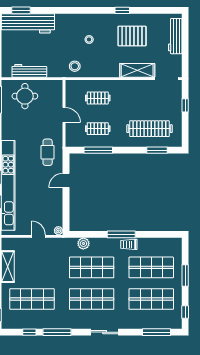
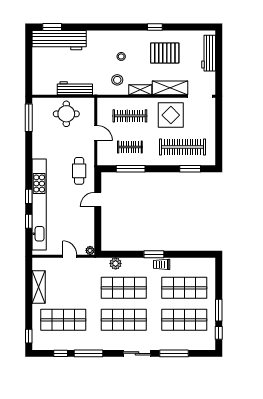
stool: (75, 66) -> (117, 80), moved
workbench: (29, 71) -> (75, 88), moved
shelving: (108, 72) -> (140, 90), added
round table: (25, 96) -> (66, 114), moved
display table: (138, 97) -> (171, 115), added
clothes rail: (98, 98) -> (130, 116), width x1.36
window: (185, 105) -> (219, 123), removed
window: (121, 234) -> (154, 254), width x0.69
window: (185, 275) -> (219, 310), moved
window: (156, 332) -> (174, 353), moved

